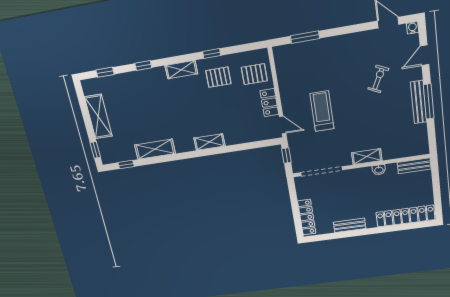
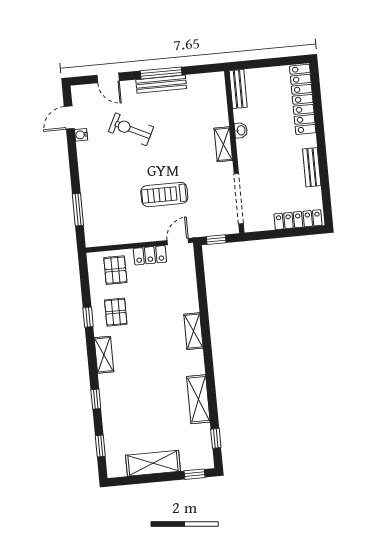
water cooler: (413, 28) -> (81, 135), moved
exercise bike: (378, 79) -> (131, 129), width x1.38, depth x1.39

